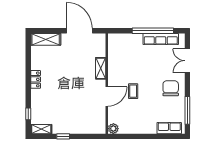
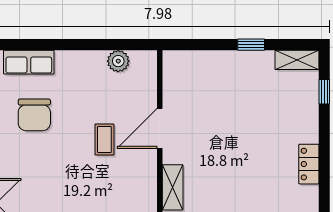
chair: (171, 88) -> (34, 115), moved
plant: (113, 129) -> (118, 61), moved

